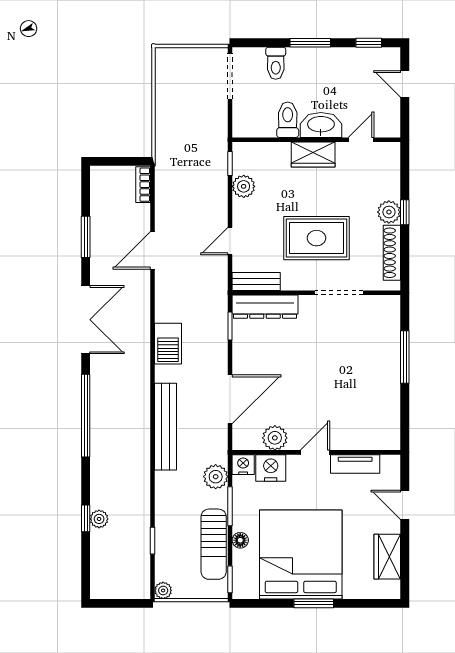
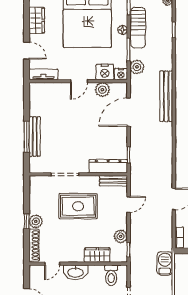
toilet: (288, 120) -> (111, 275), moved
wardrobe: (313, 155) -> (97, 255), moved
shoe rack: (392, 253) -> (34, 245), moved
barbecue: (168, 344) -> (165, 263), moved
bench: (391, 358) -> (35, 136), added
tv unit: (355, 464) -> (43, 74), moved
sun lounger: (214, 544) -> (138, 28), turned 180

